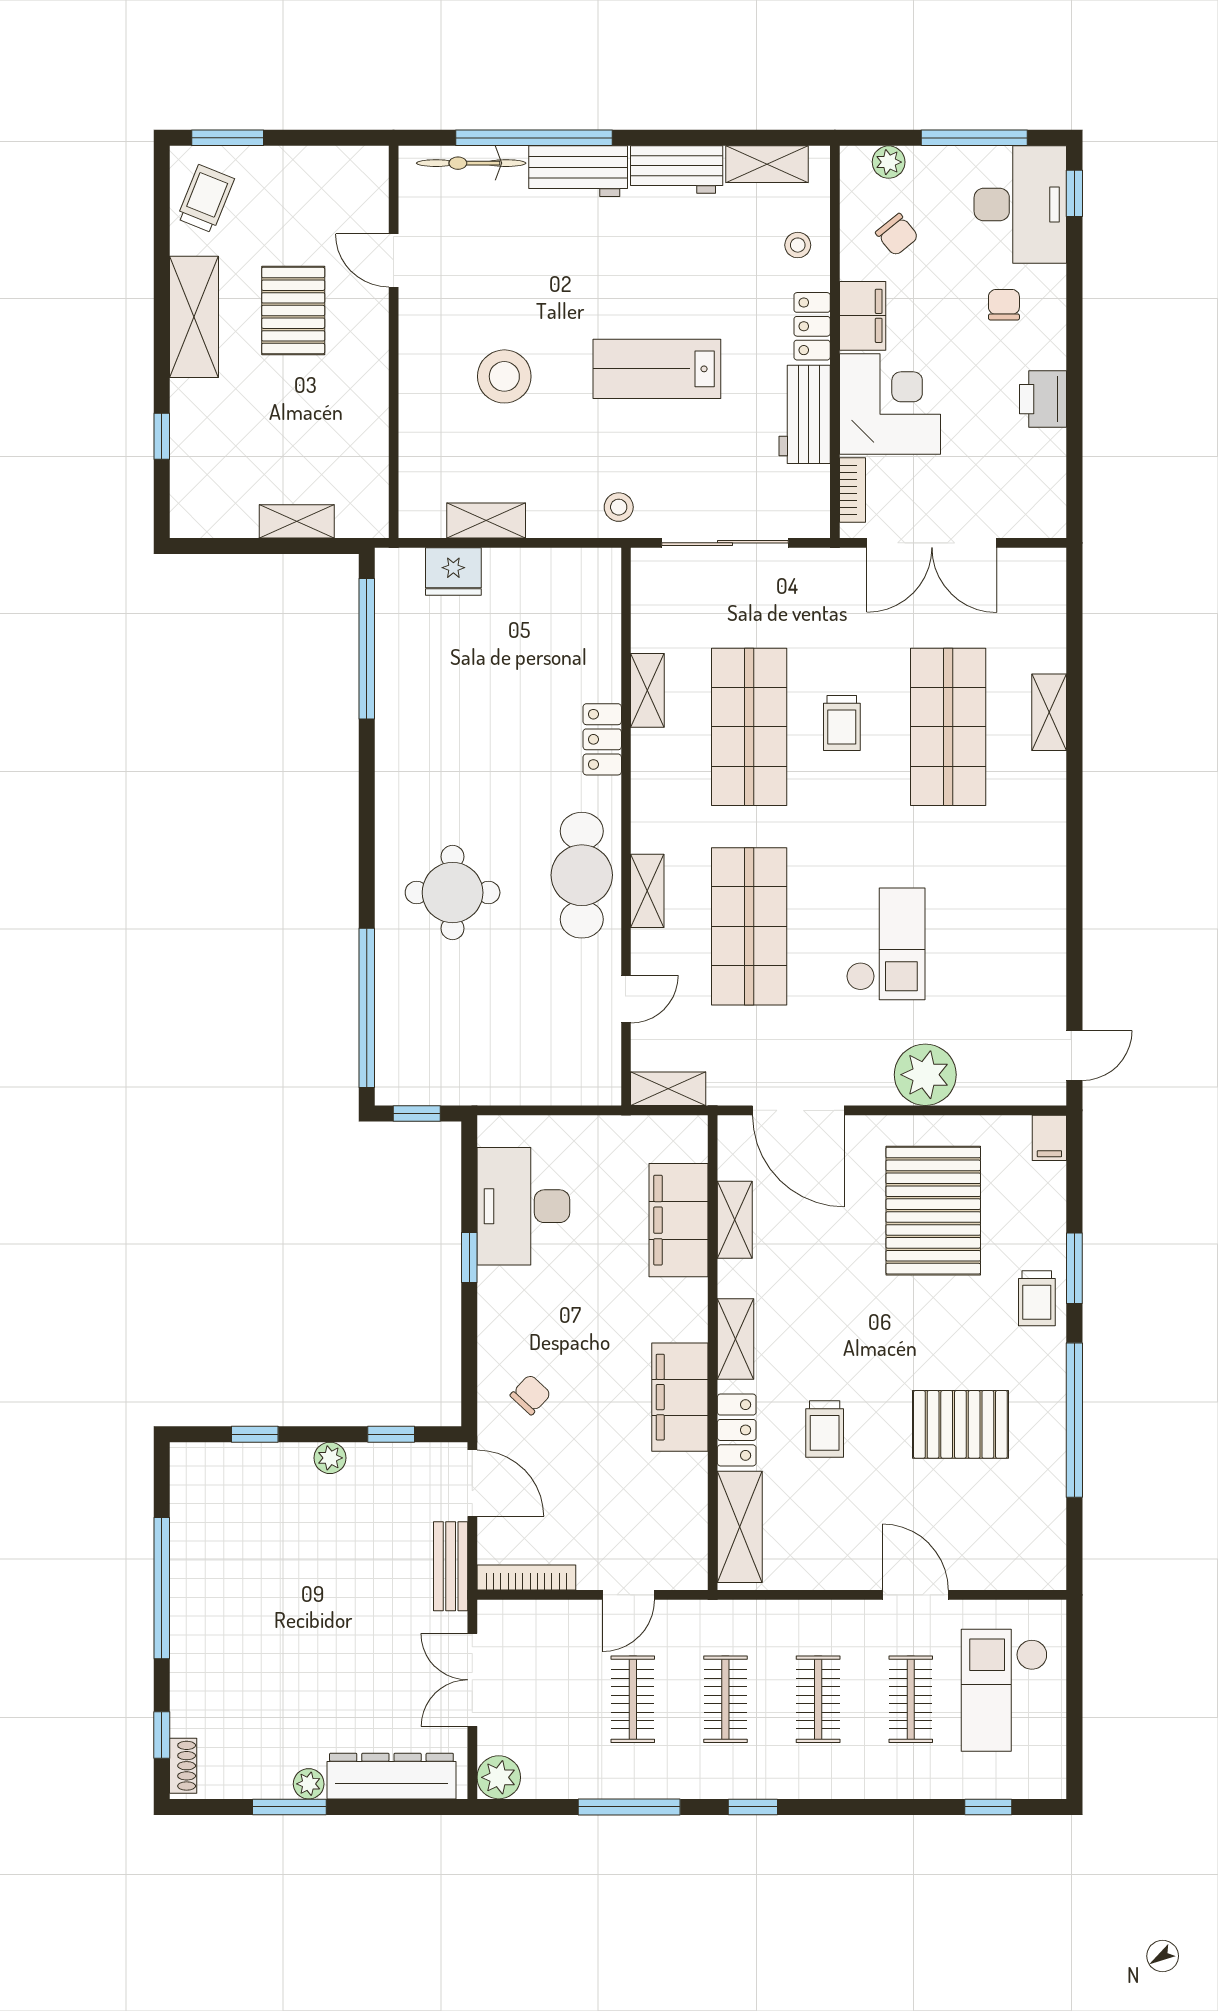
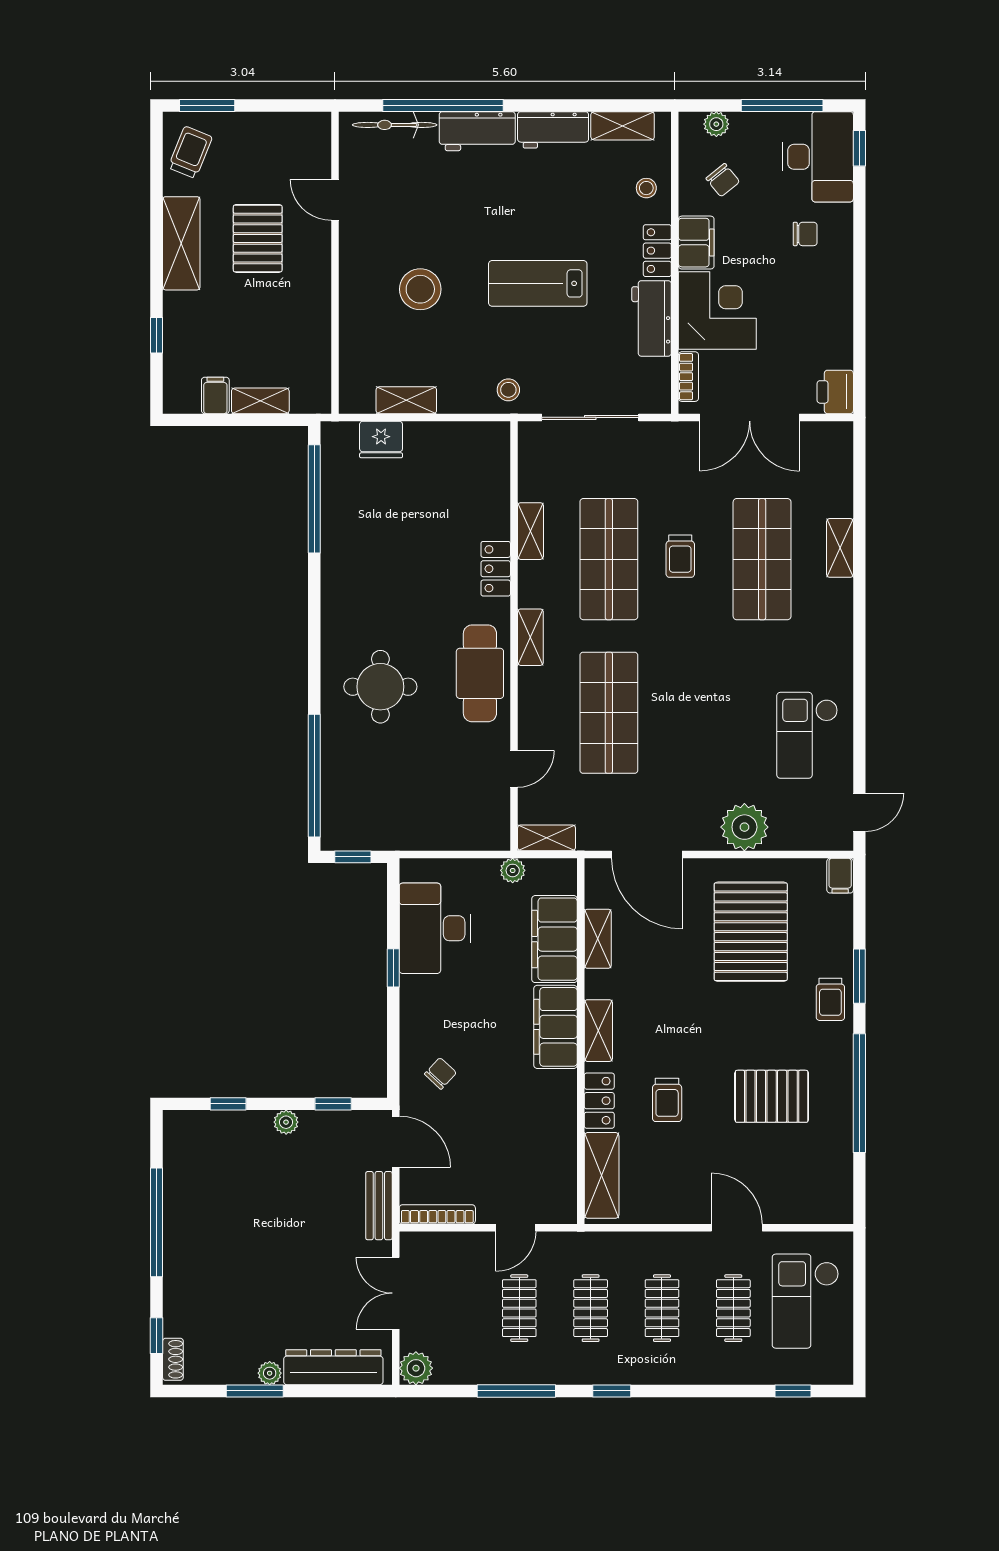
chair: (1004, 305) -> (805, 234), turned 90
printer: (1043, 399) -> (835, 392), moved
filing cabinet: (238, 514) -> (215, 395), added
shelving: (647, 891) -> (530, 637), moved
checkout: (886, 944) -> (807, 735), moved, turned 180
plant: (624, 1131) -> (513, 870), added
filing cabinet: (680, 1397) -> (555, 1027), moved

